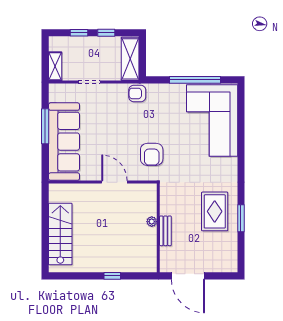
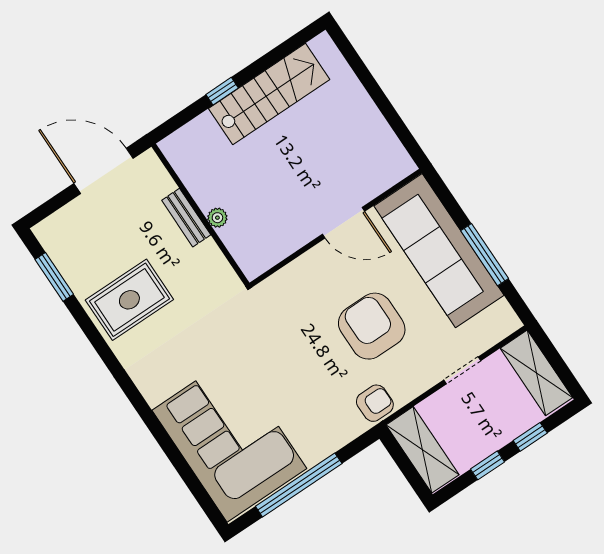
shelving: (55, 66) -> (536, 373), width x1.50, depth x1.33
armchair: (152, 154) -> (372, 326), moved, width x1.36, depth x1.36
door: (114, 182) -> (343, 223), moved
rug: (215, 211) -> (129, 300), turned 90
window: (241, 218) -> (54, 277), moved
stairs: (60, 234) -> (269, 94), moved, turned -90

